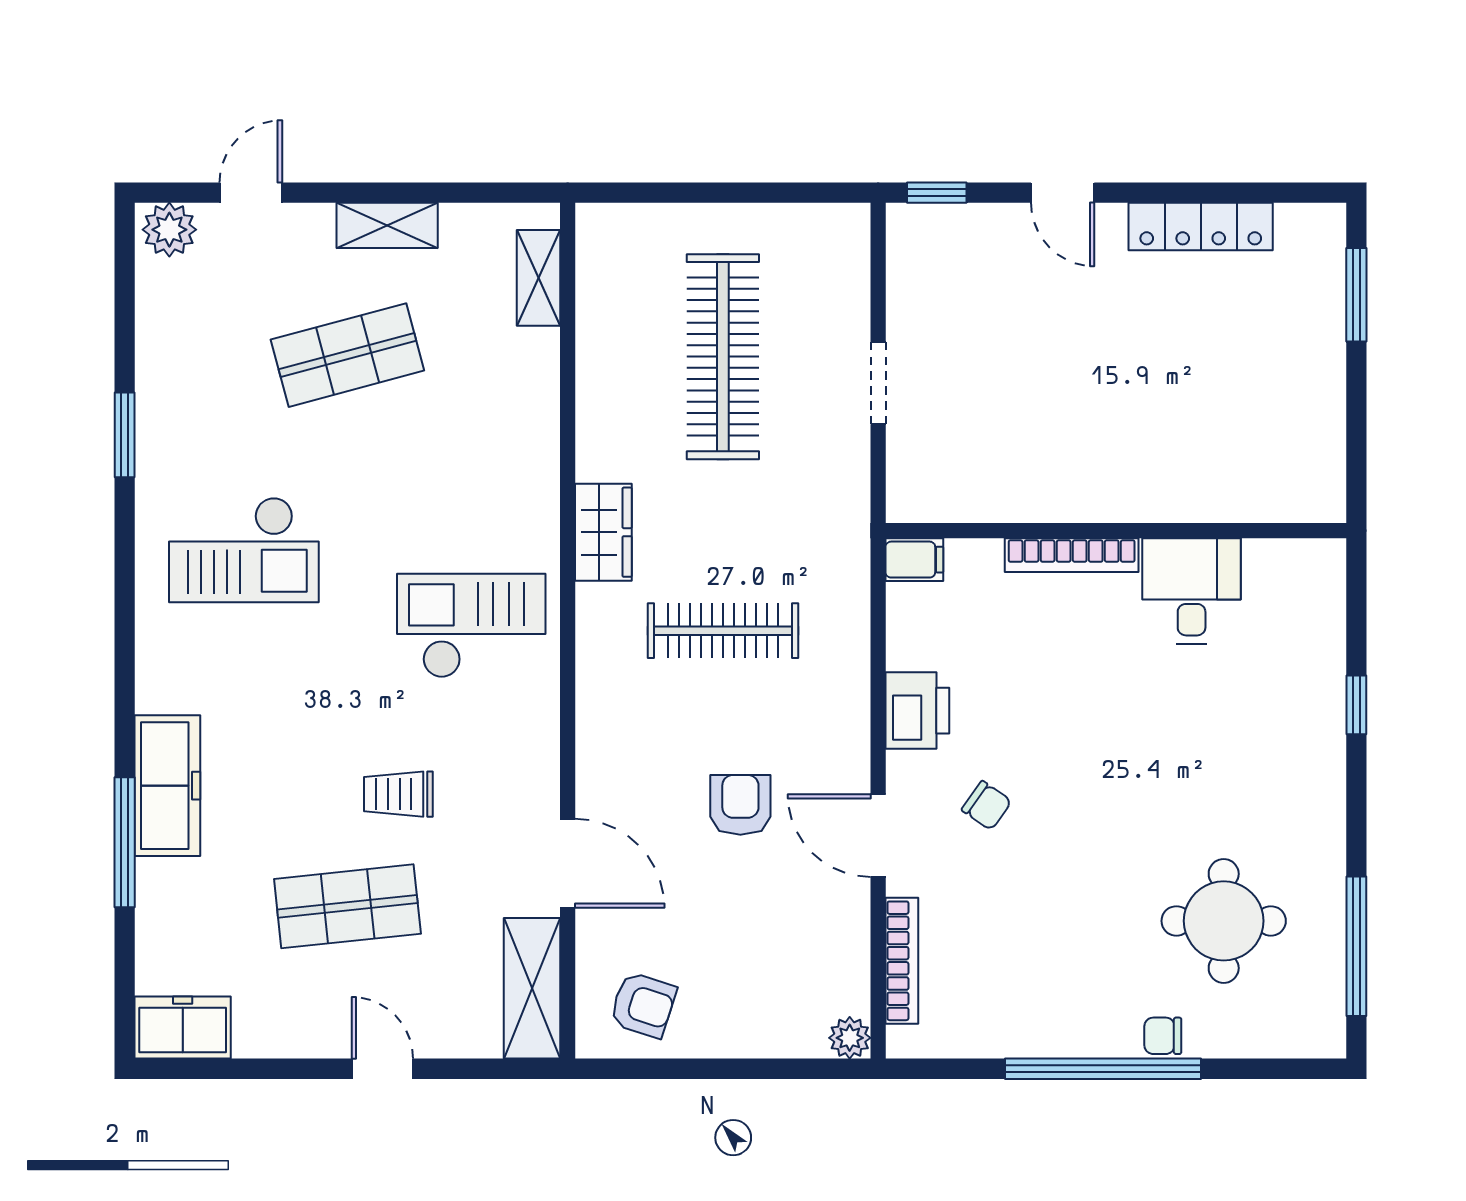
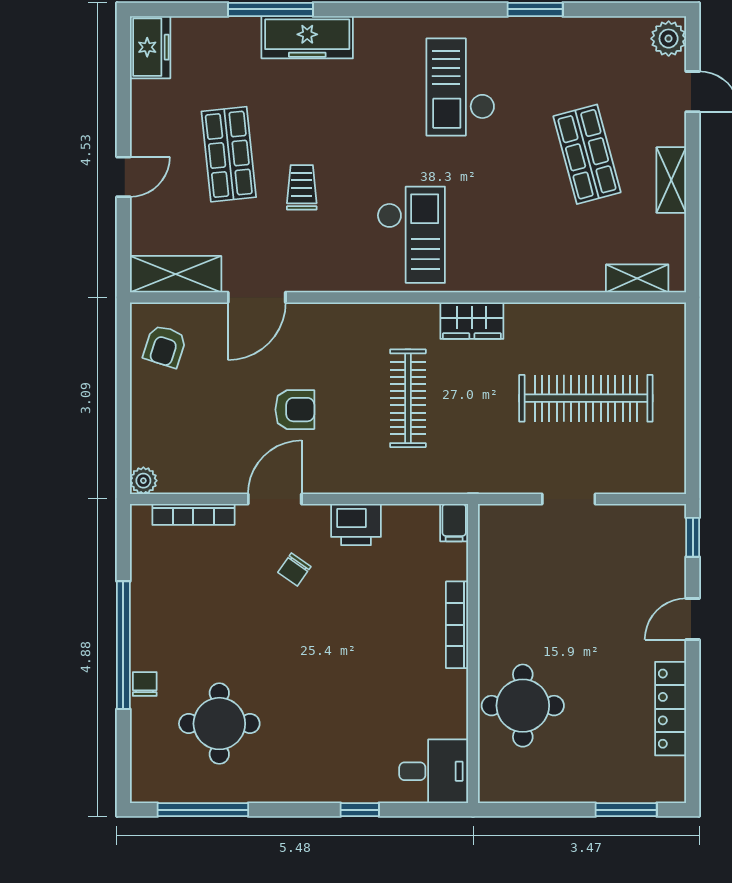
round table: (1196, 454) -> (523, 706), added
desk: (1192, 591) -> (434, 771), moved

